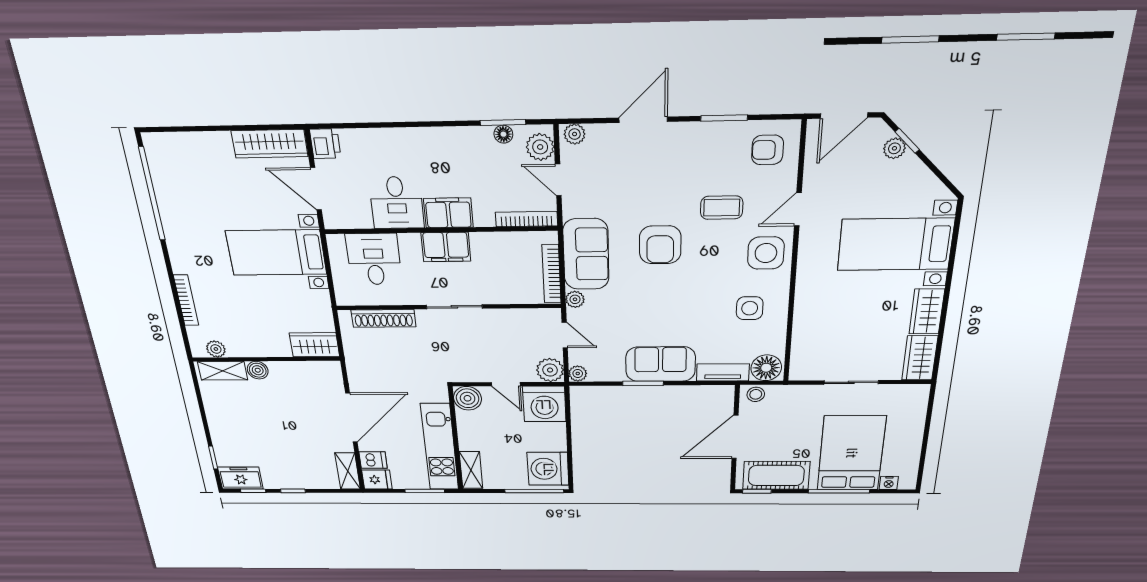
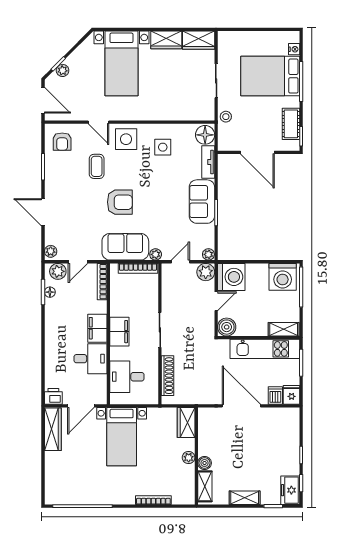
plant: (216, 349) -> (189, 457), moved
stool: (756, 394) -> (226, 117), moved
shelving: (348, 471) -> (245, 498), moved
cot: (776, 475) -> (291, 124), width x0.73, depth x0.75

